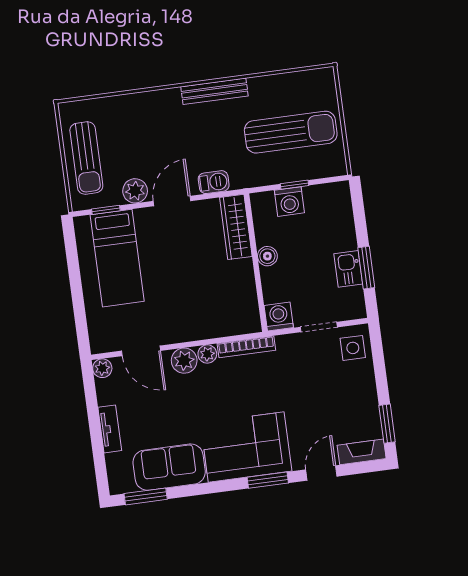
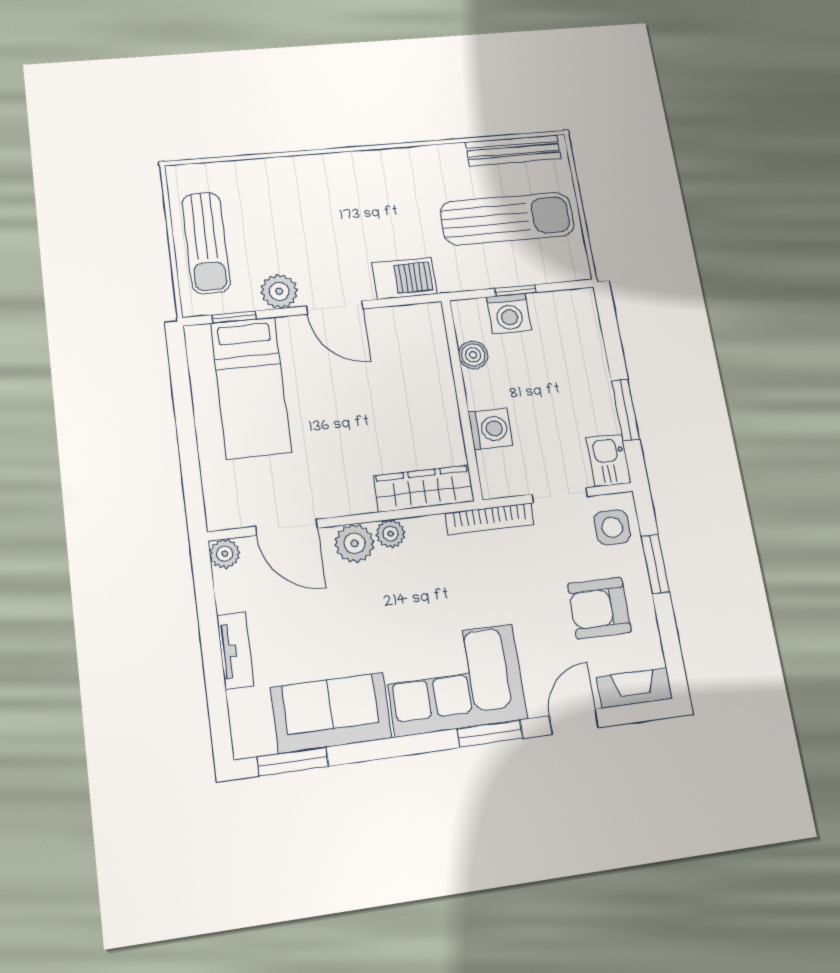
bench: (214, 91) -> (513, 150), moved
barbecue: (214, 182) -> (404, 278), width x1.38, depth x1.27
door: (172, 201) -> (335, 307), swing flipped
wardrobe: (236, 227) -> (424, 489), moved, turned 90
boiler: (267, 256) -> (473, 355), moved
kitchen sink: (348, 269) -> (609, 460), moved
washing machine: (279, 317) -> (490, 429), moved, turned 90
bookcase: (246, 347) -> (490, 519), moved
armchair: (341, 401) -> (599, 608), added
window: (387, 424) -> (655, 564), moved

